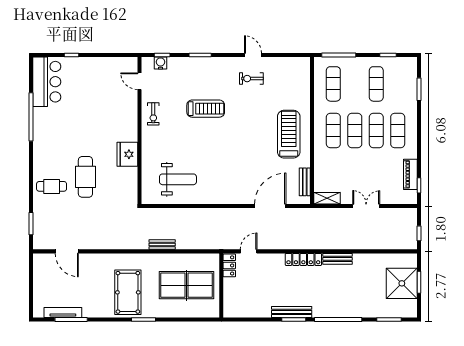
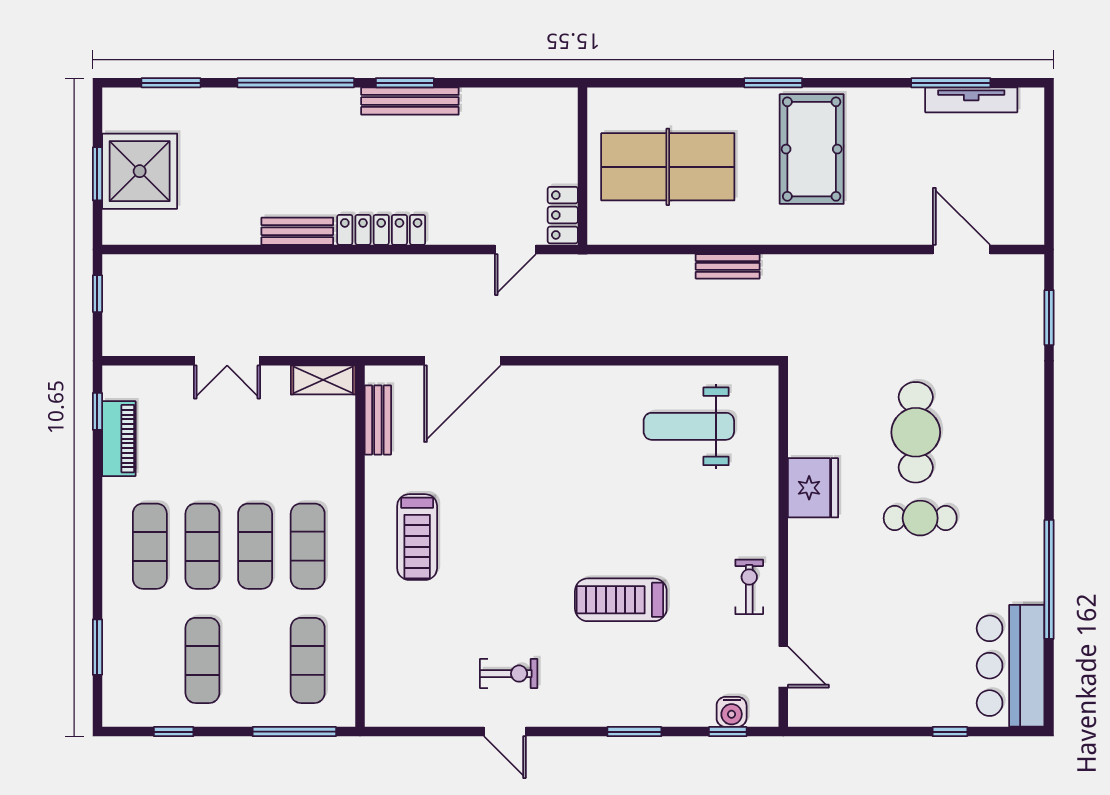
treadmill: (289, 134) -> (417, 537), width x0.73, depth x0.73
cafe table: (52, 186) -> (920, 518), moved

